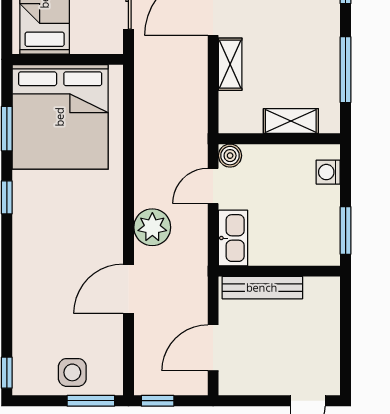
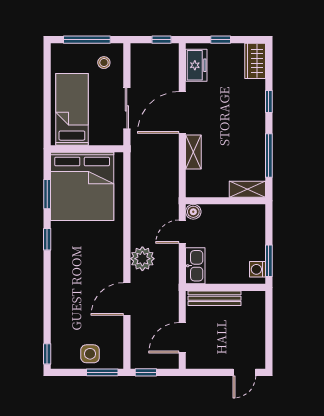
shelving: (291, 121) -> (247, 189), moved
washing machine: (328, 172) -> (258, 269), moved

